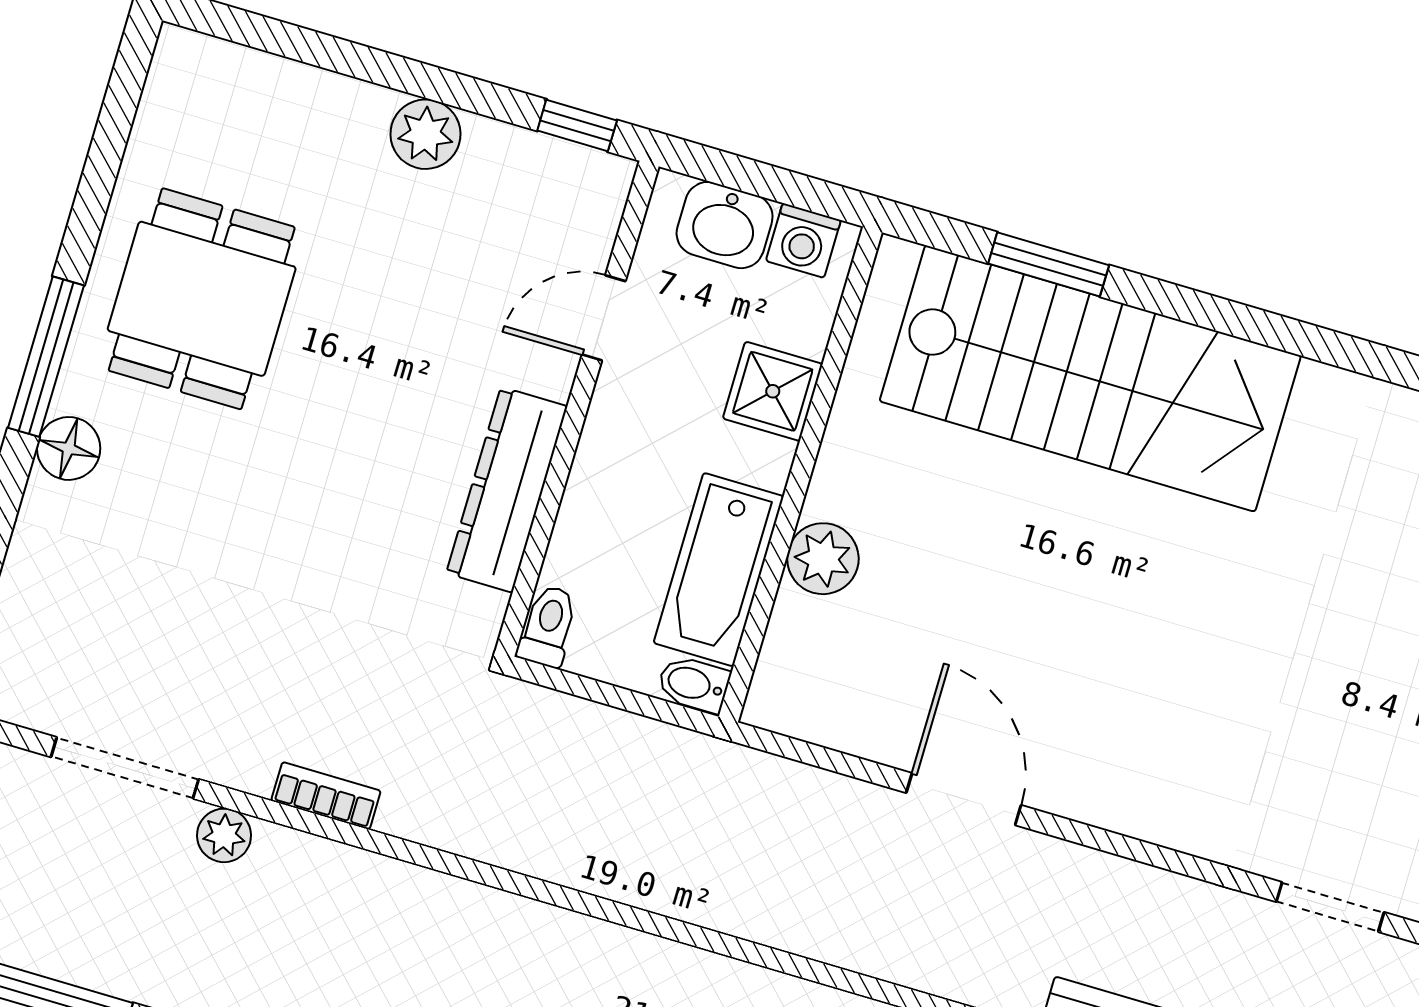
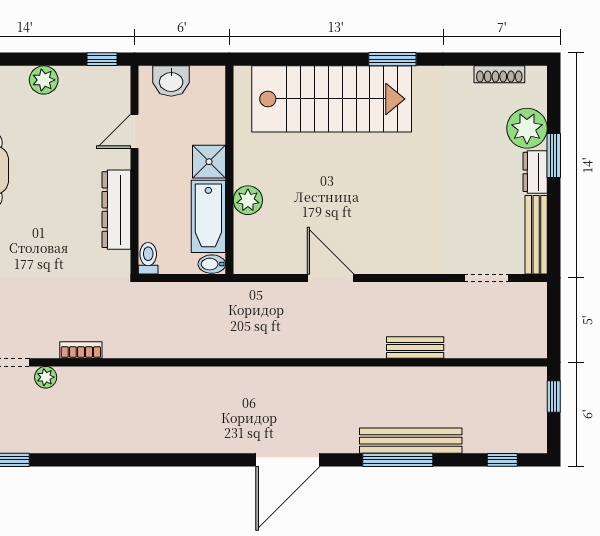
washing machine: (803, 241) -> (204, 78), removed
window: (1049, 264) -> (392, 59), moved
shower: (773, 391) -> (209, 162), moved

